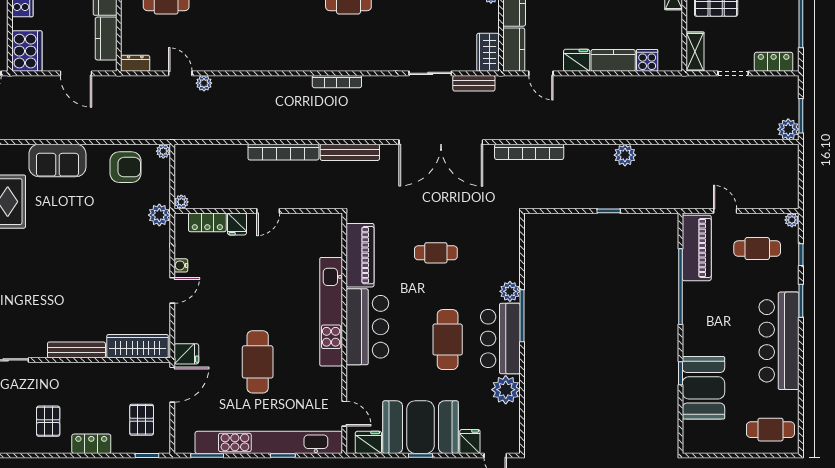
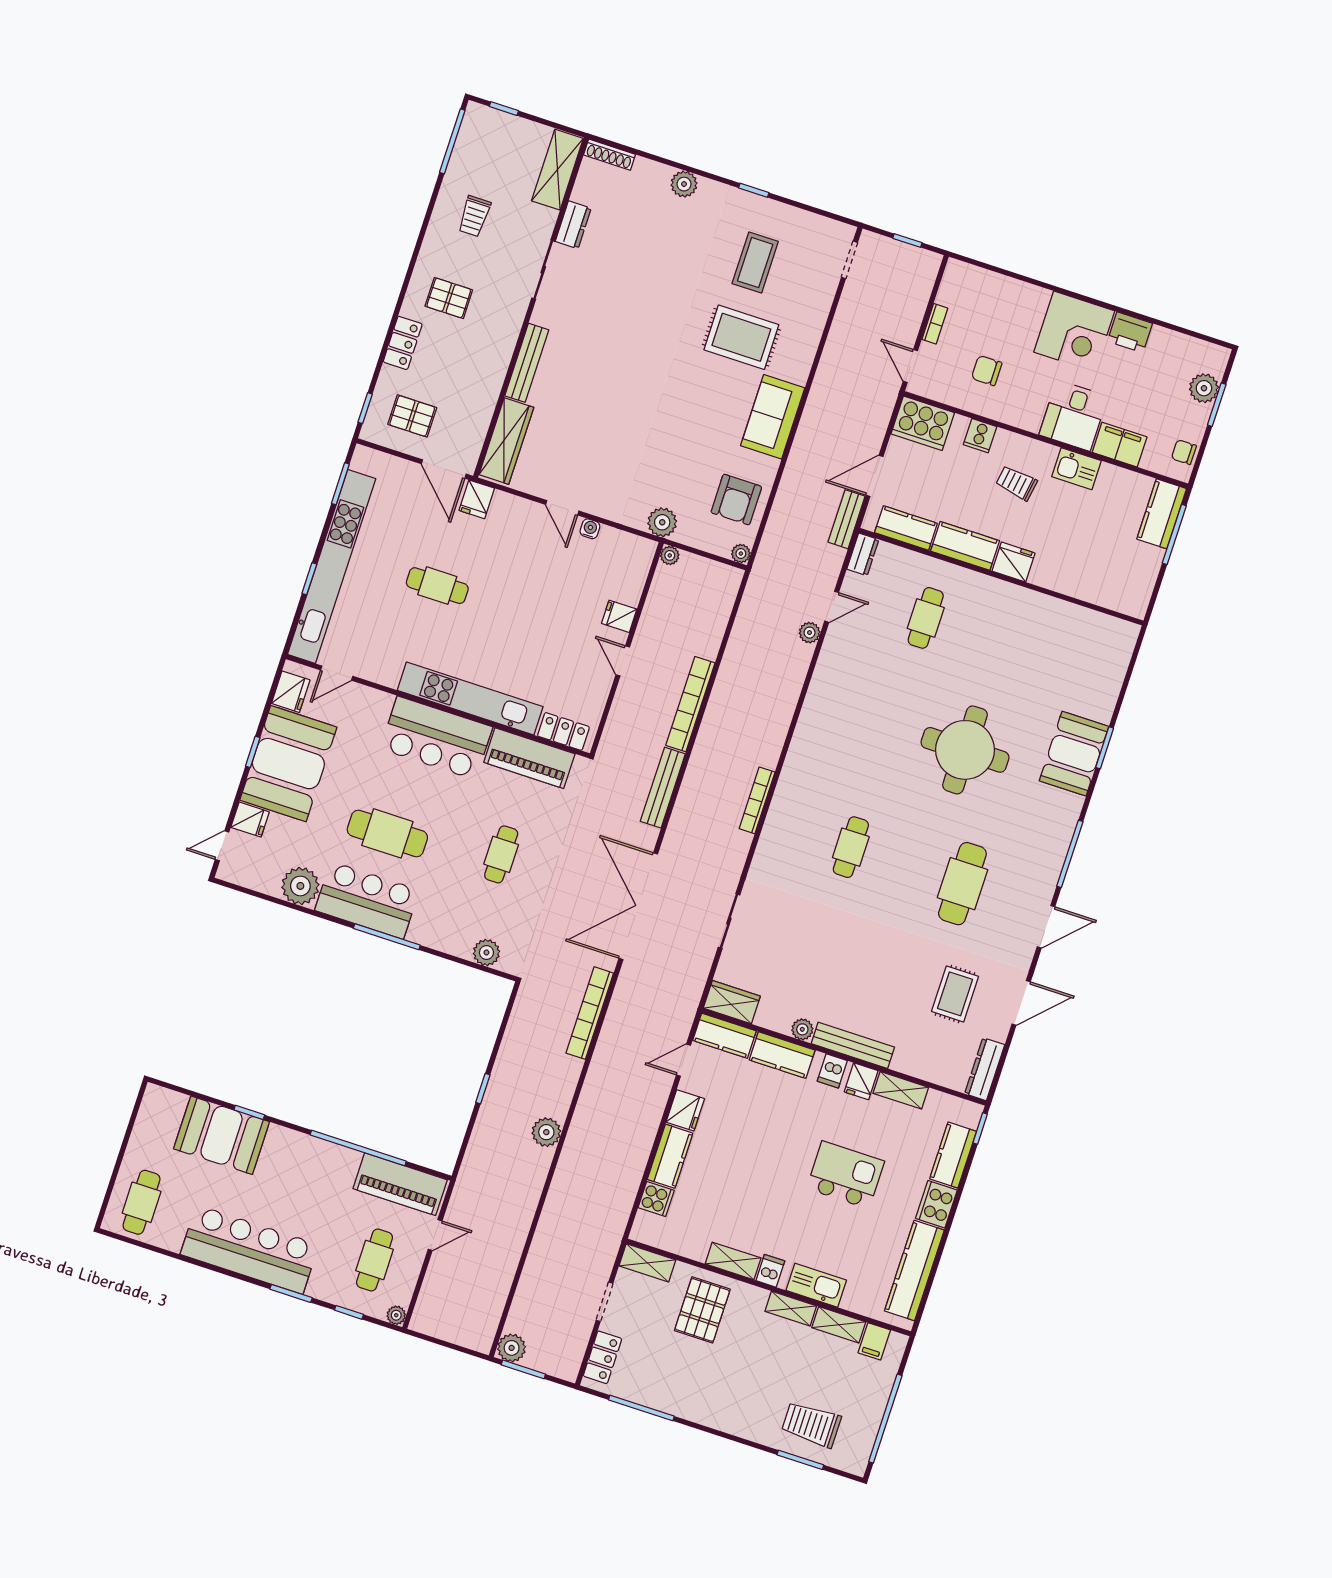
bench: (474, 83) -> (847, 519), moved
locker: (207, 222) -> (563, 731), moved, turned 90
plant: (510, 291) -> (486, 953), moved
cafe table: (258, 362) -> (437, 586), width x0.73, depth x0.74

